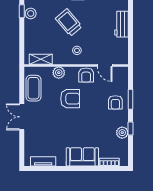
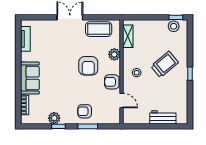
door: (105, 65) -> (122, 100), swing flipped

